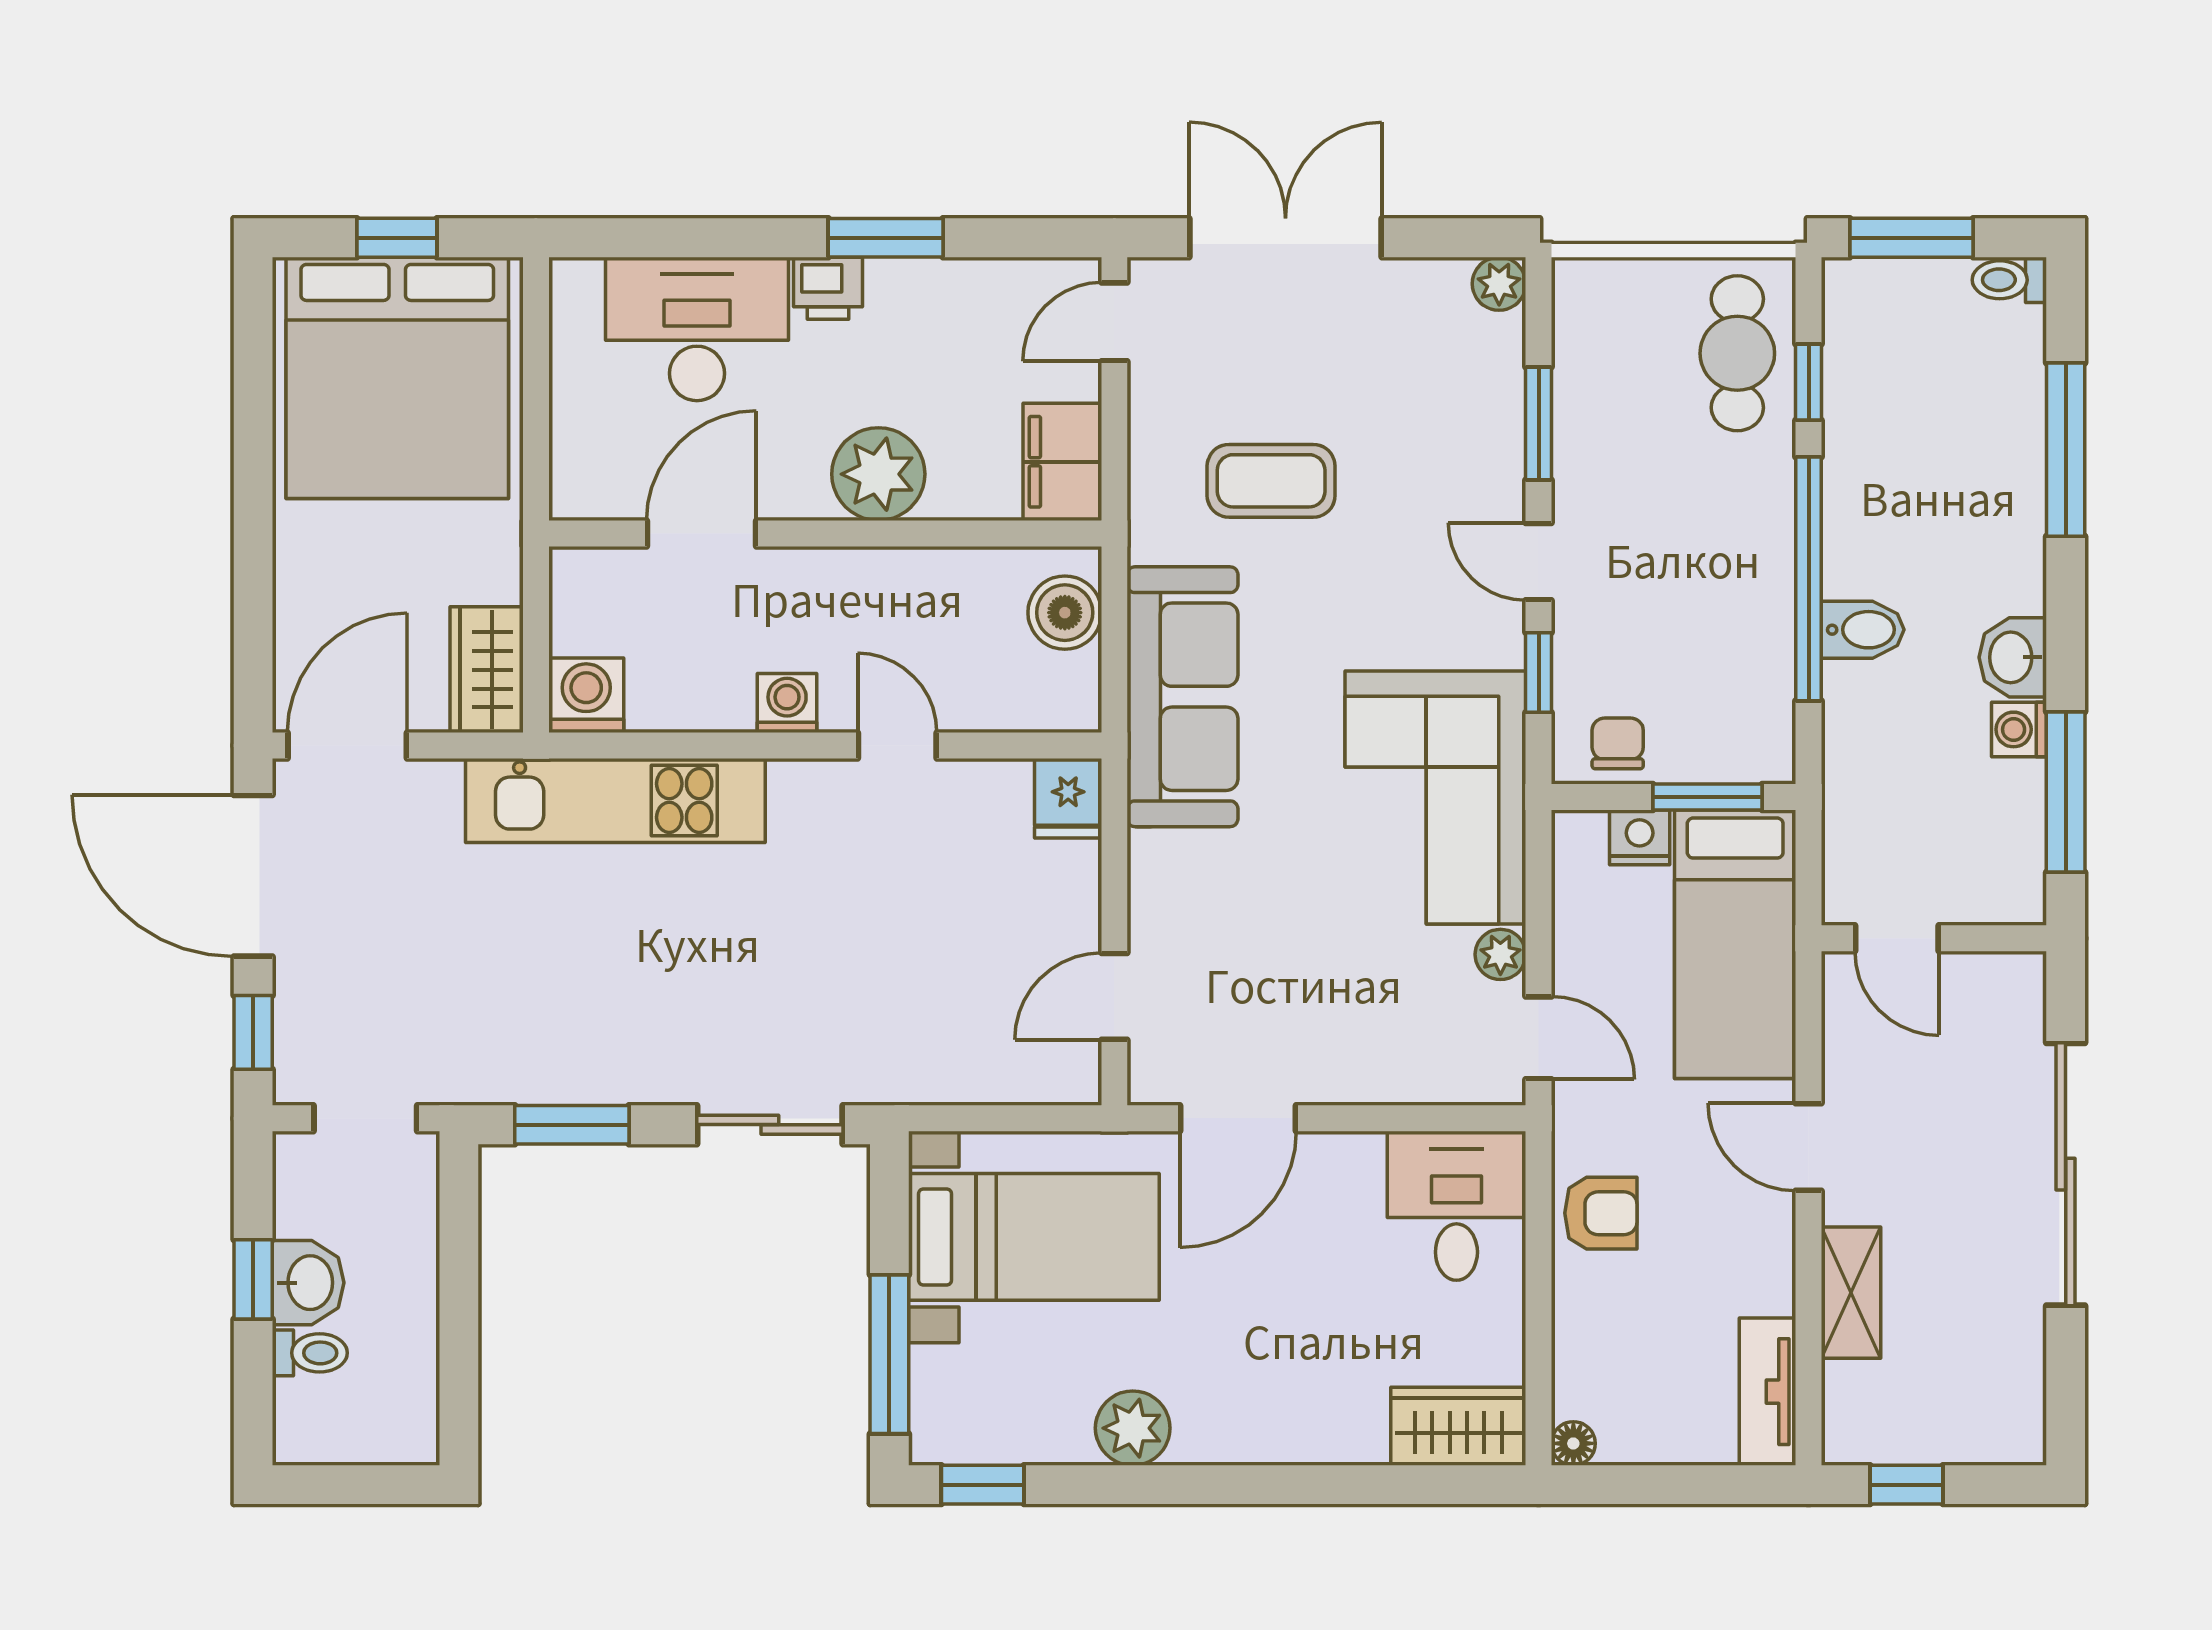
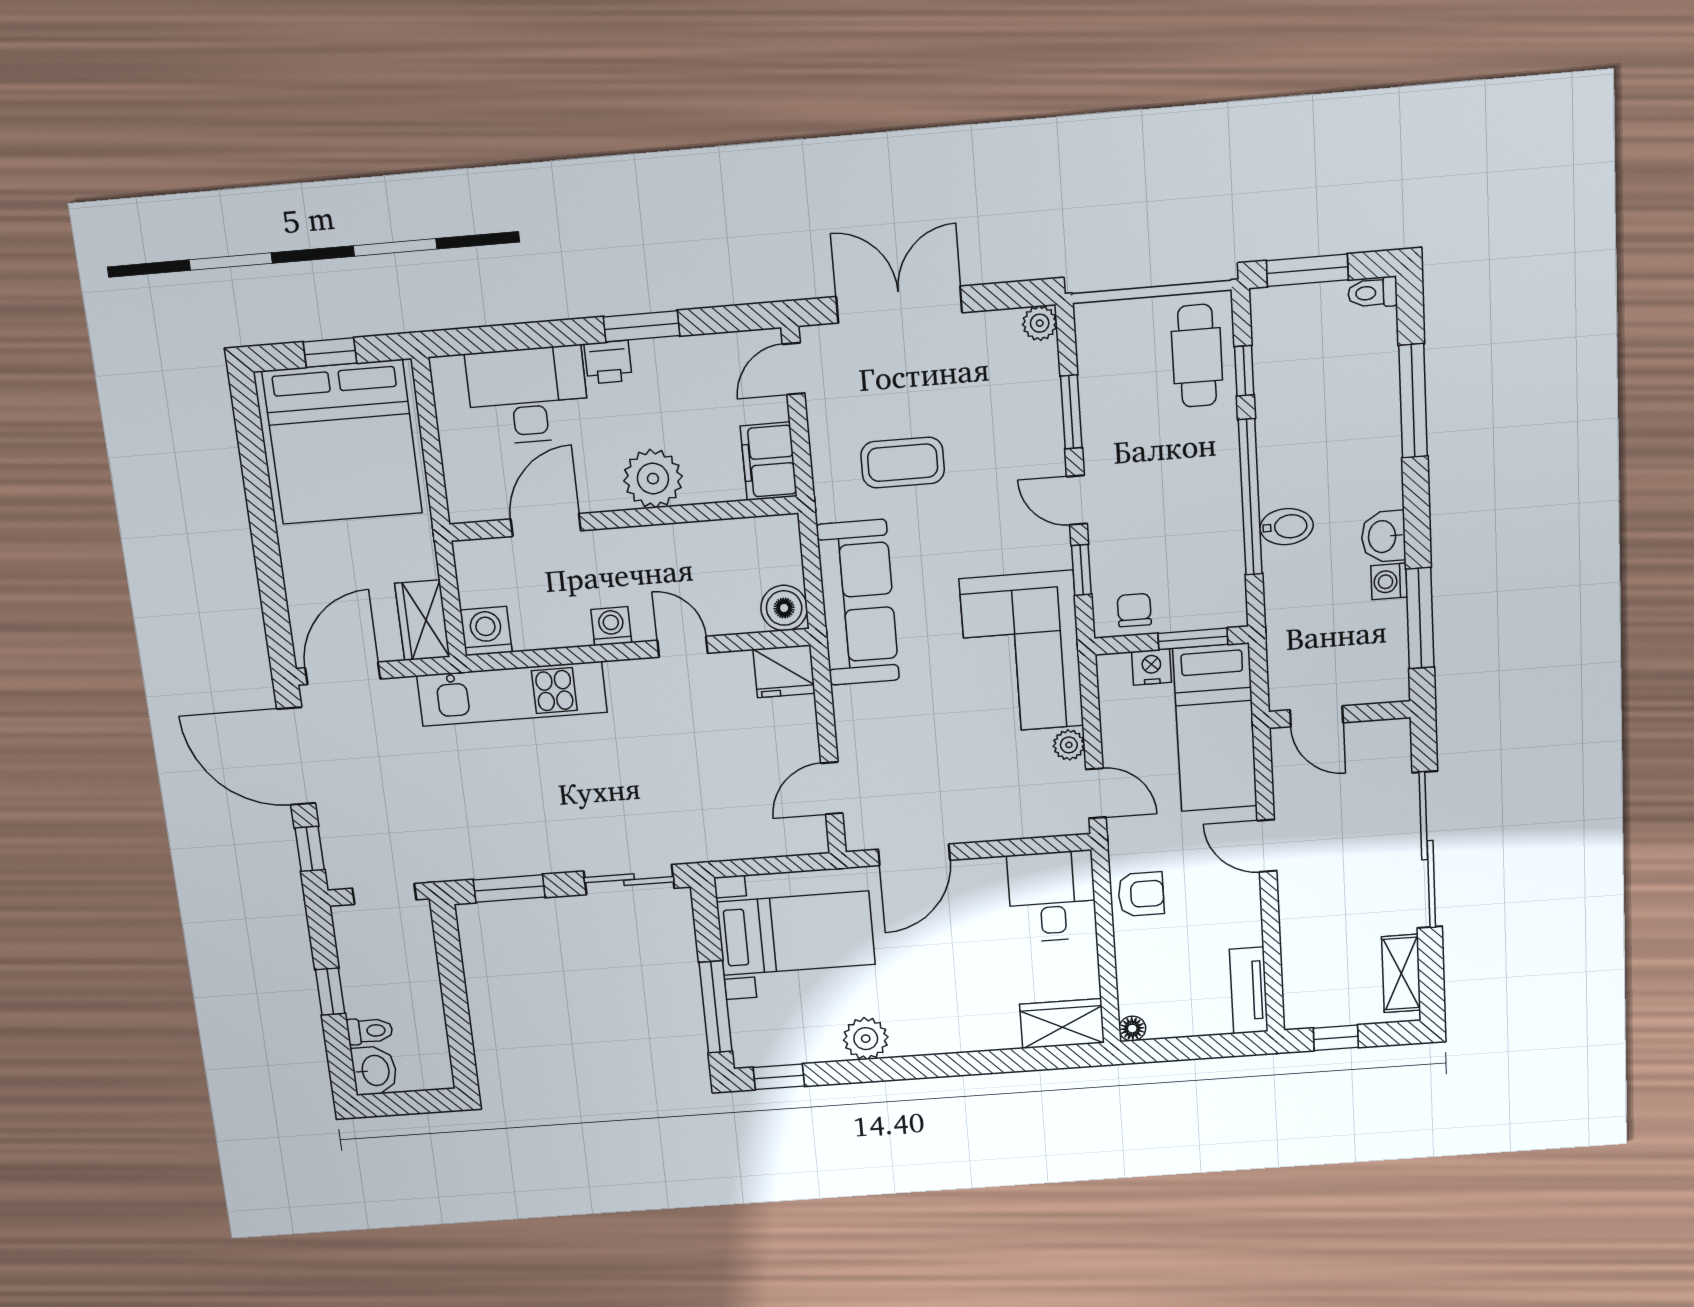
boiler: (1065, 613) -> (784, 608), moved
fridge: (1068, 798) -> (784, 671), width x1.38
washbasin: (308, 1283) -> (374, 1071), moved
shelving: (1851, 1293) -> (1401, 973), moved

